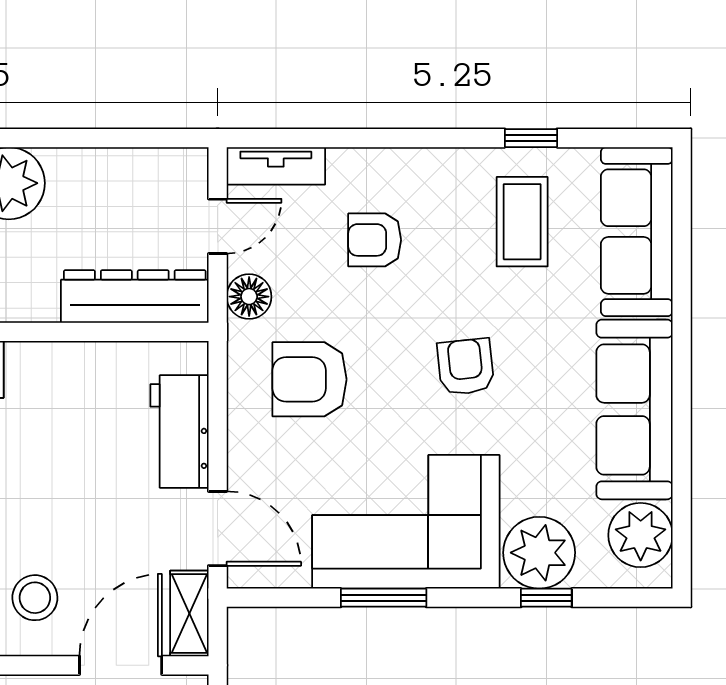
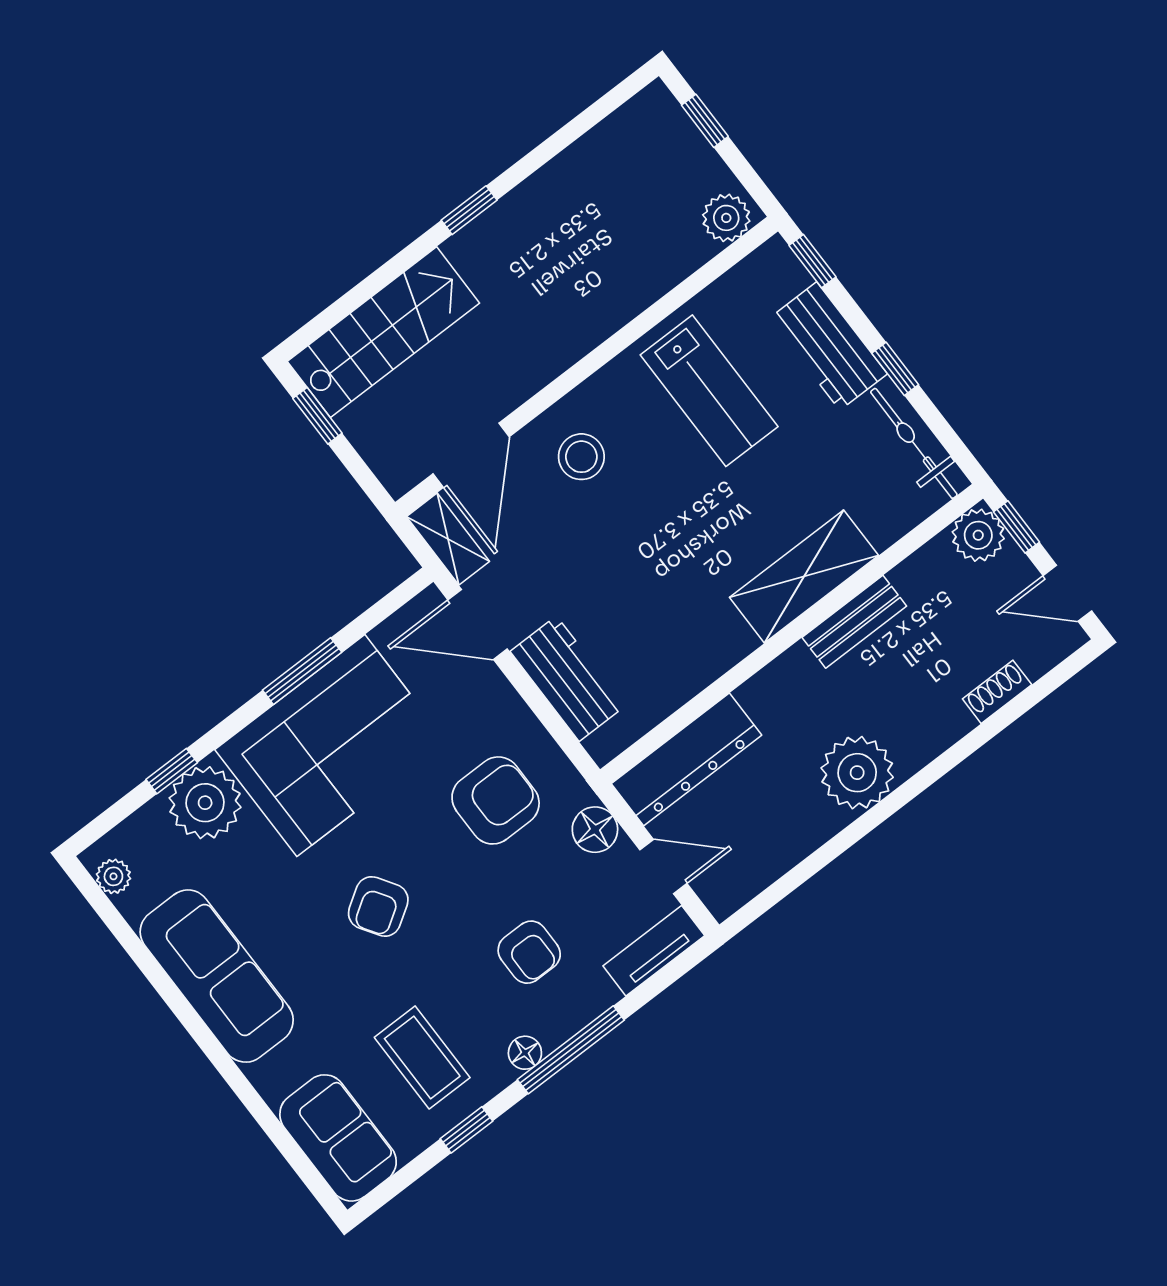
window: (401, 138) -> (571, 1050), added
floor lamp: (439, 163) -> (525, 1053), added
door: (218, 226) -> (663, 867), swing flipped
sofa: (637, 232) -> (338, 1138), width x0.73
armchair: (375, 240) -> (529, 952), turned 90
armchair: (466, 367) -> (378, 906), turned 63
plant: (641, 535) -> (113, 876), width x0.53, depth x0.53

